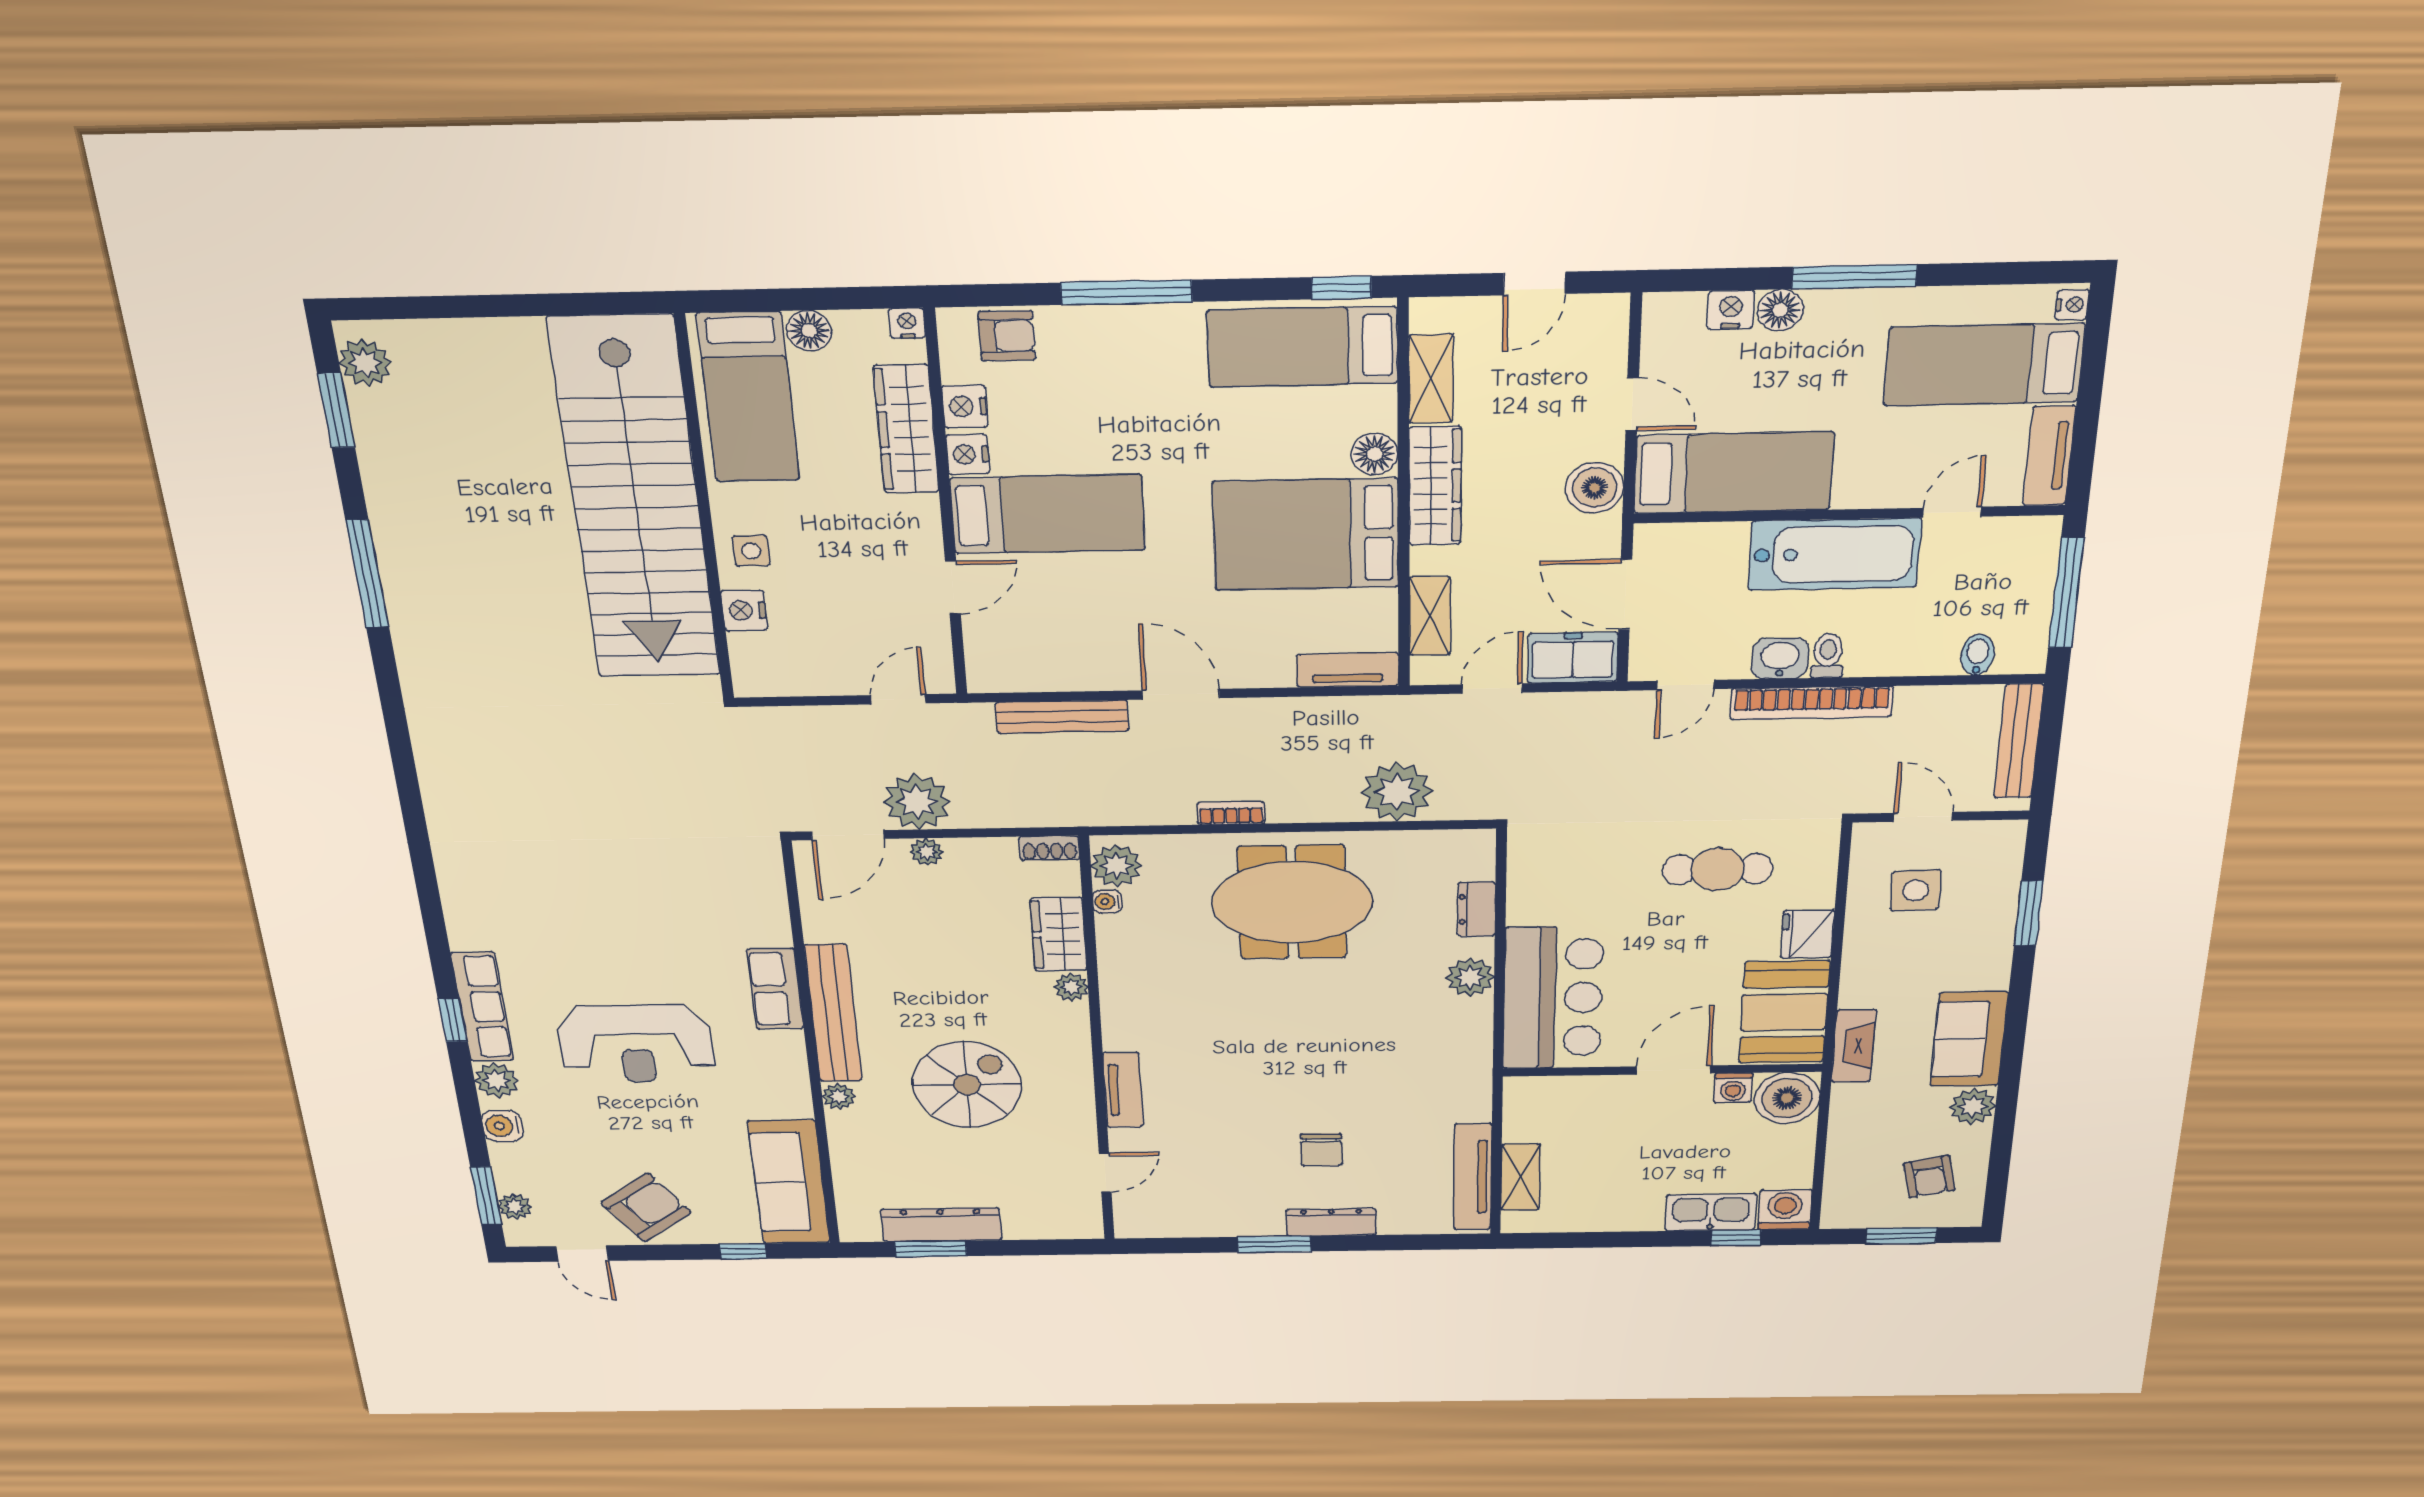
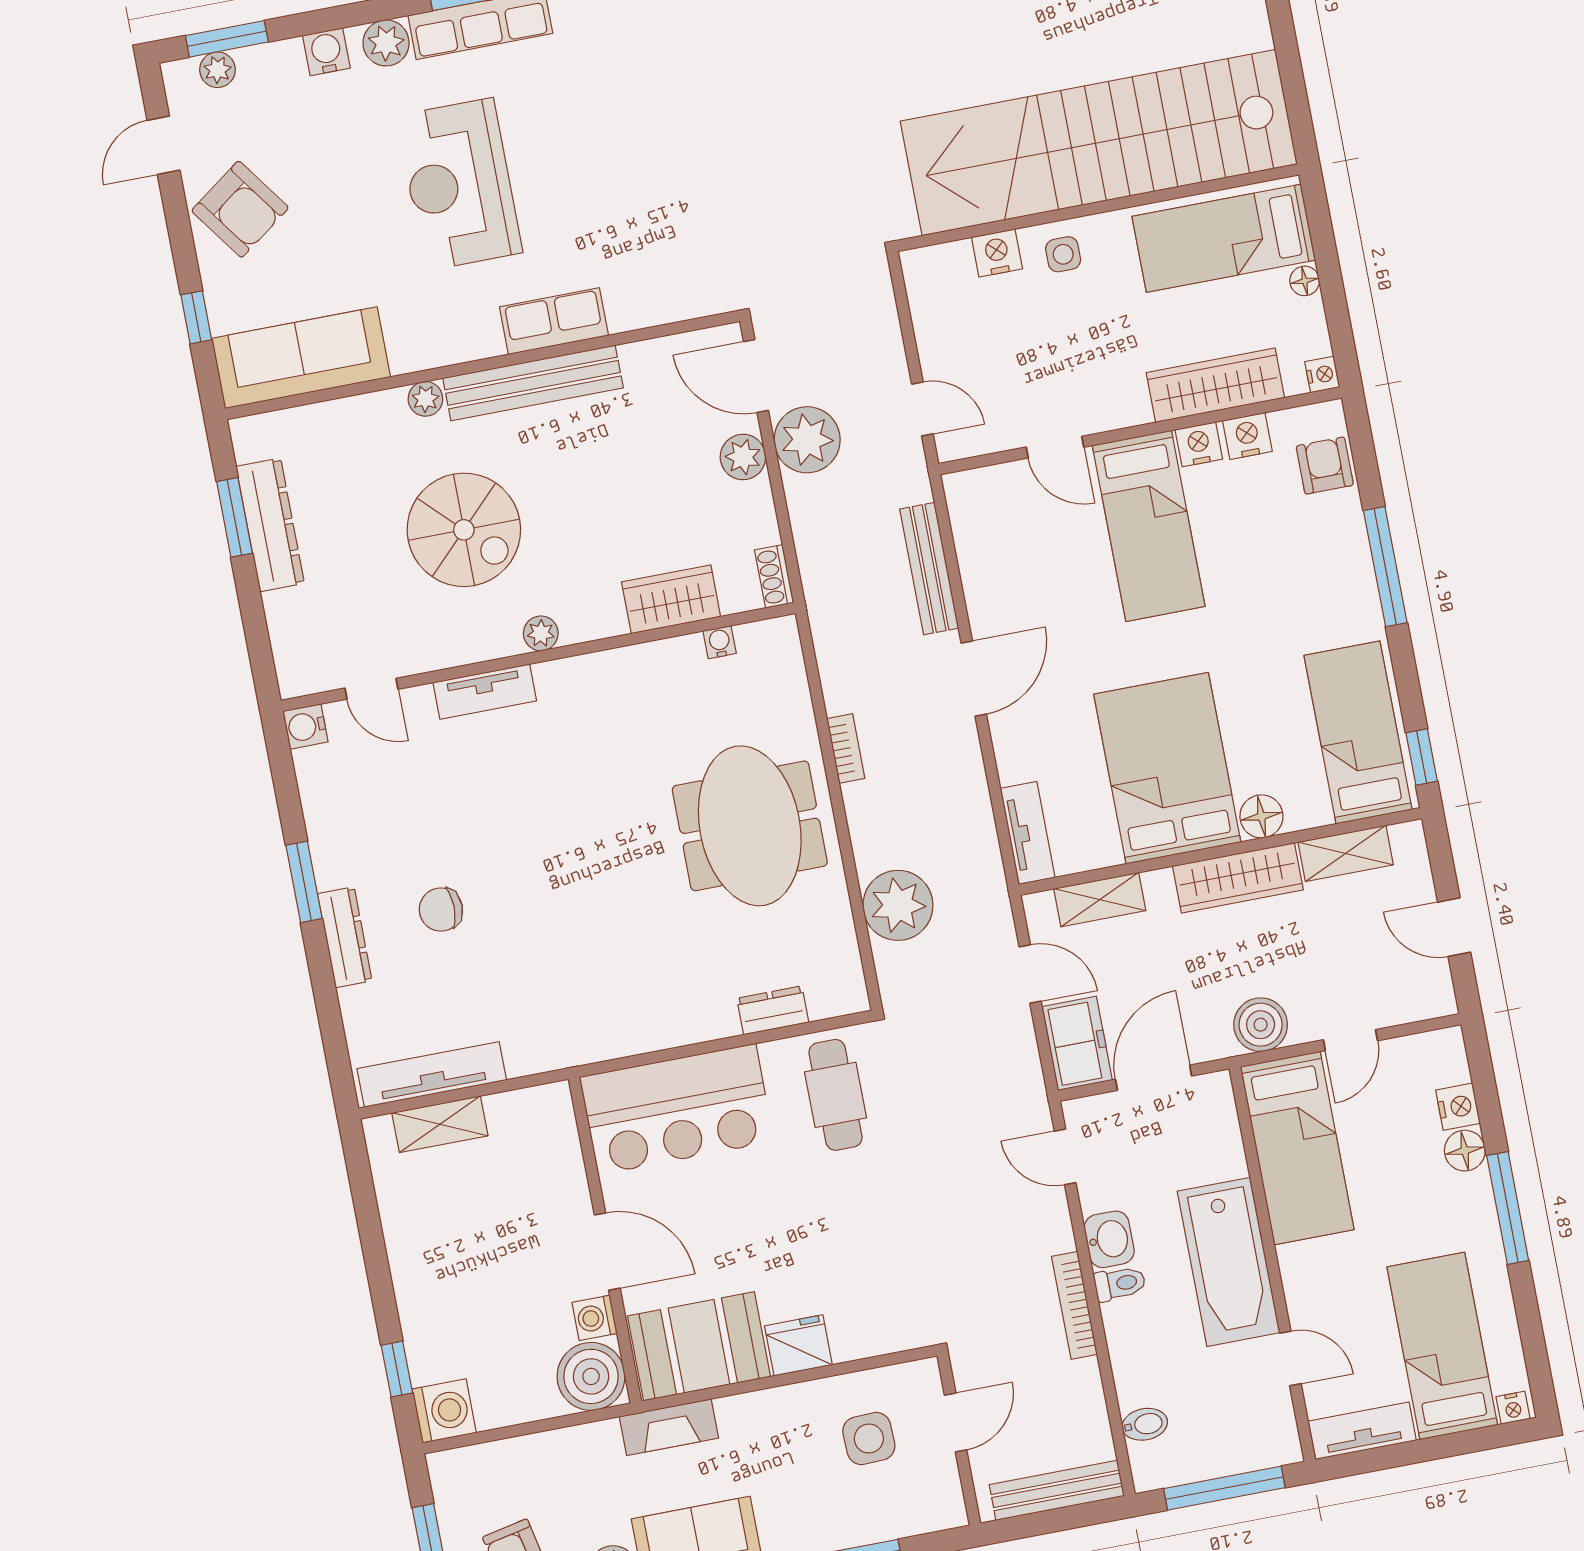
floor lamp: (809, 331) -> (1305, 281), width x0.73, depth x0.73
armchair: (1007, 336) -> (1325, 466), turned 180
bookcase: (1812, 703) -> (1074, 1305), width x0.68, depth x0.76
plant: (927, 852) -> (743, 457), width x1.38, depth x1.38
plant: (1116, 866) -> (764, 645), removed
cafe table: (1718, 869) -> (835, 1095), moved
plant: (1470, 977) -> (688, 1021), removed
plant: (1071, 987) -> (541, 633), moved
kitchen sink: (1711, 1212) -> (427, 1334), removed
water cooler: (1132, 1224) -> (305, 726), added

